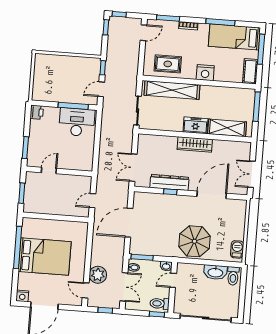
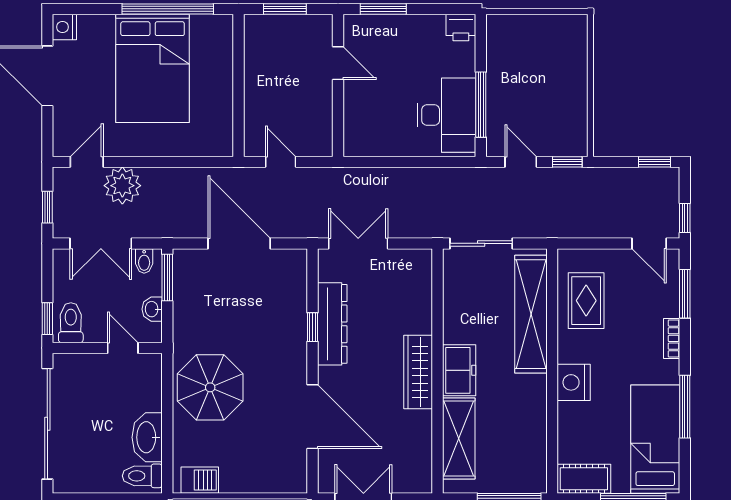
window: (119, 14) -> (685, 218), moved
washbasin: (166, 266) -> (152, 309), moved

